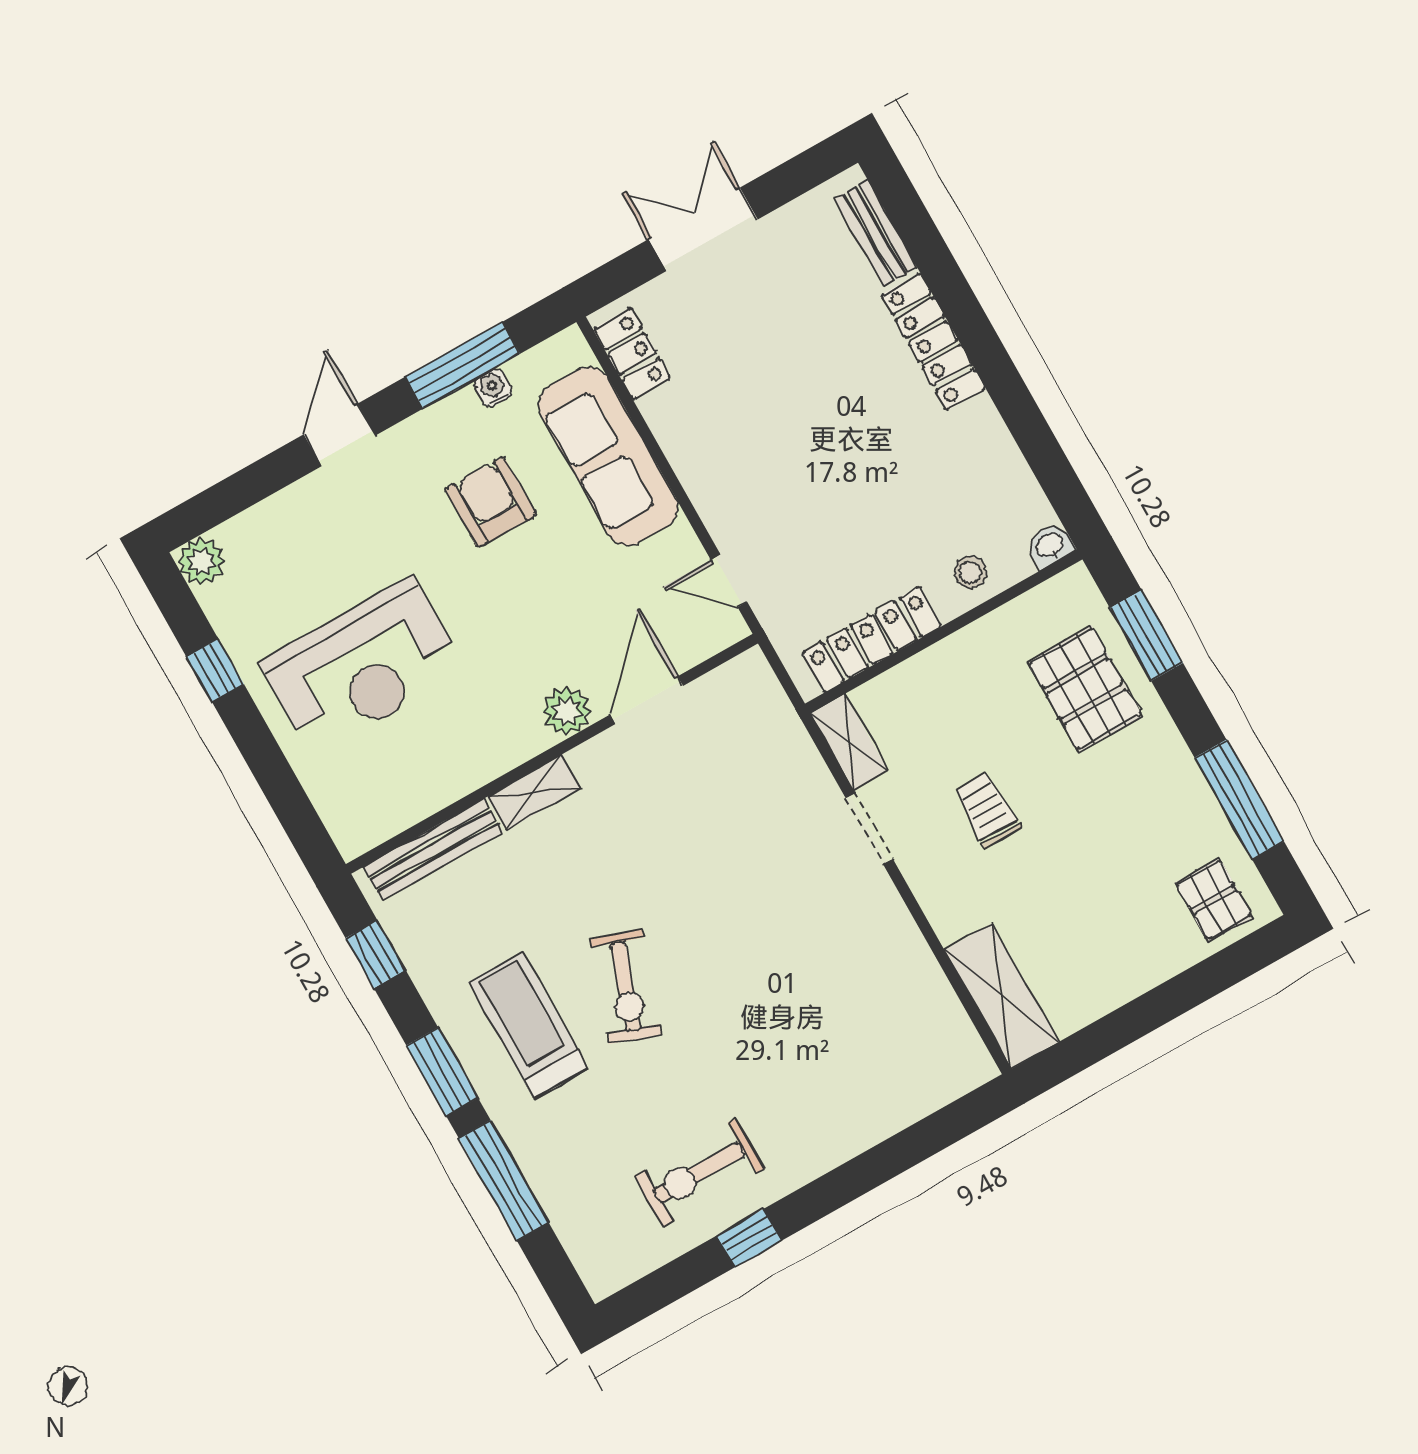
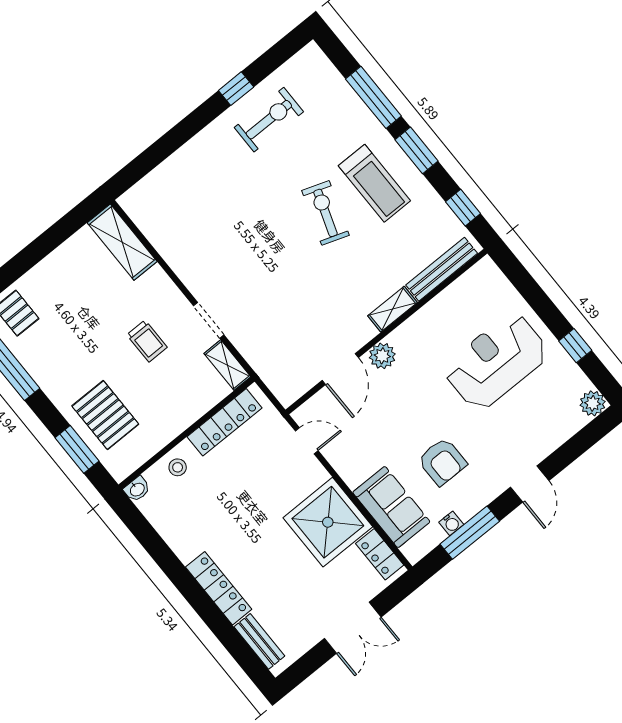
shower: (716, 427) -> (328, 522), added
sofa: (608, 456) -> (391, 507), width x0.73

